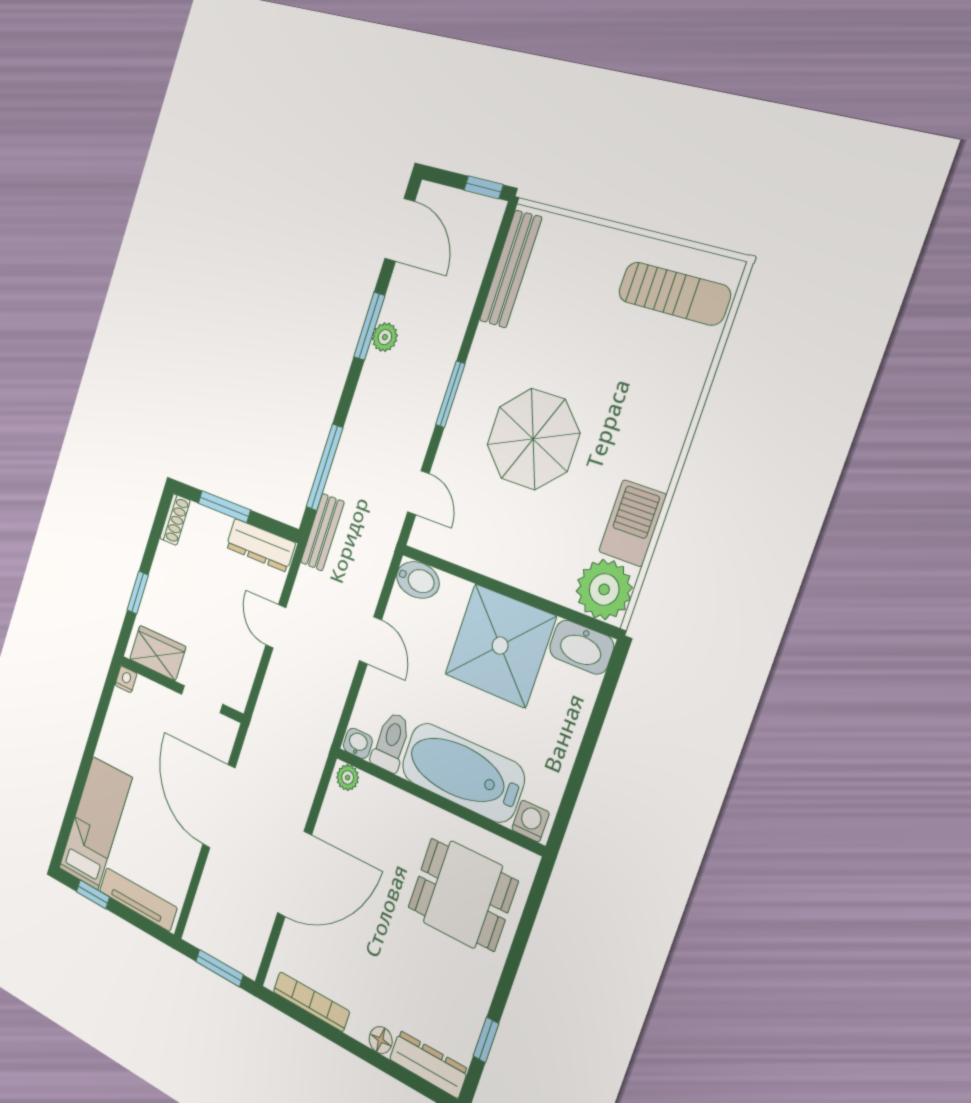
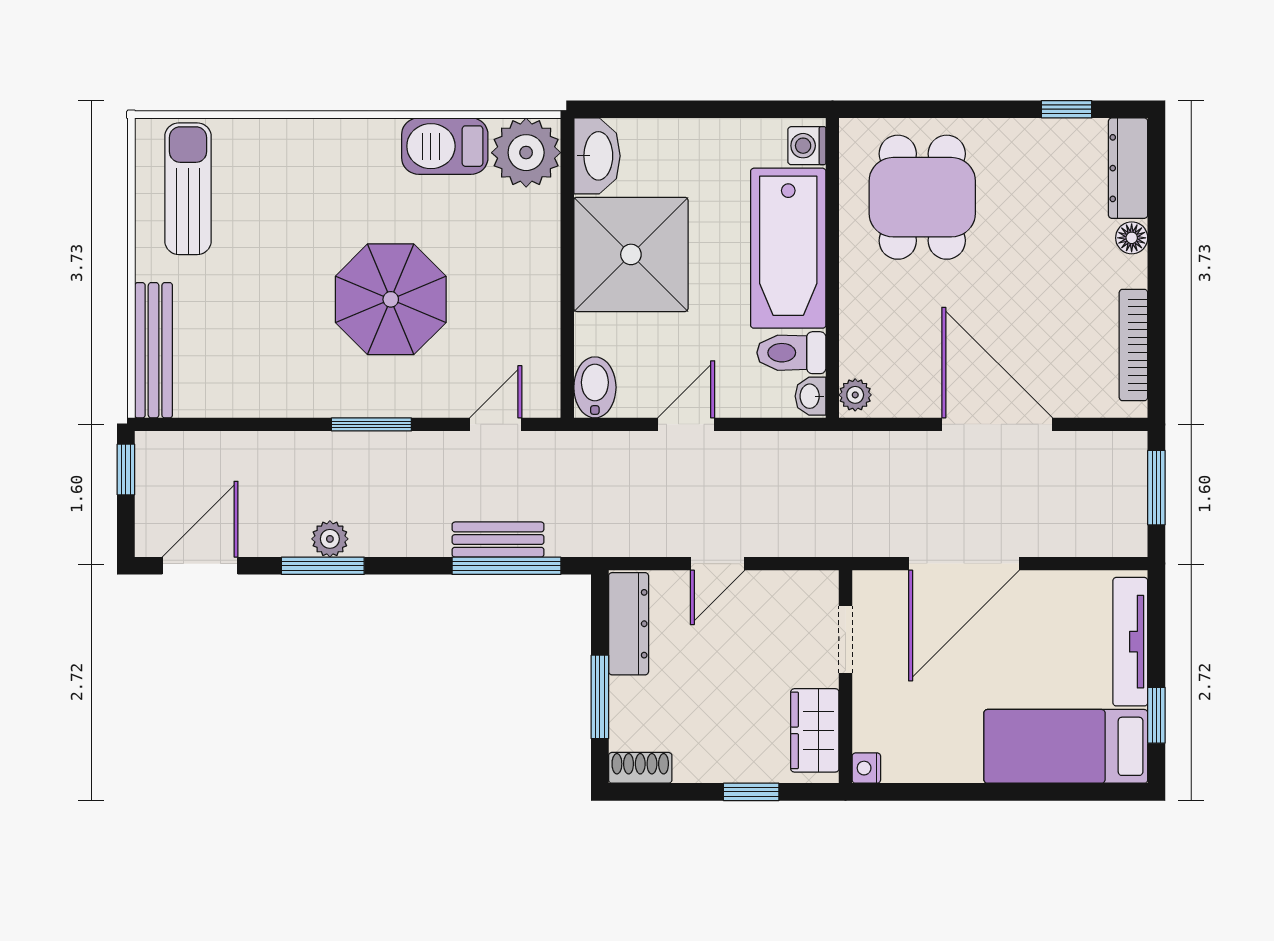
bench: (511, 269) -> (154, 350), moved, turned 90
bench: (322, 532) -> (498, 540), moved

